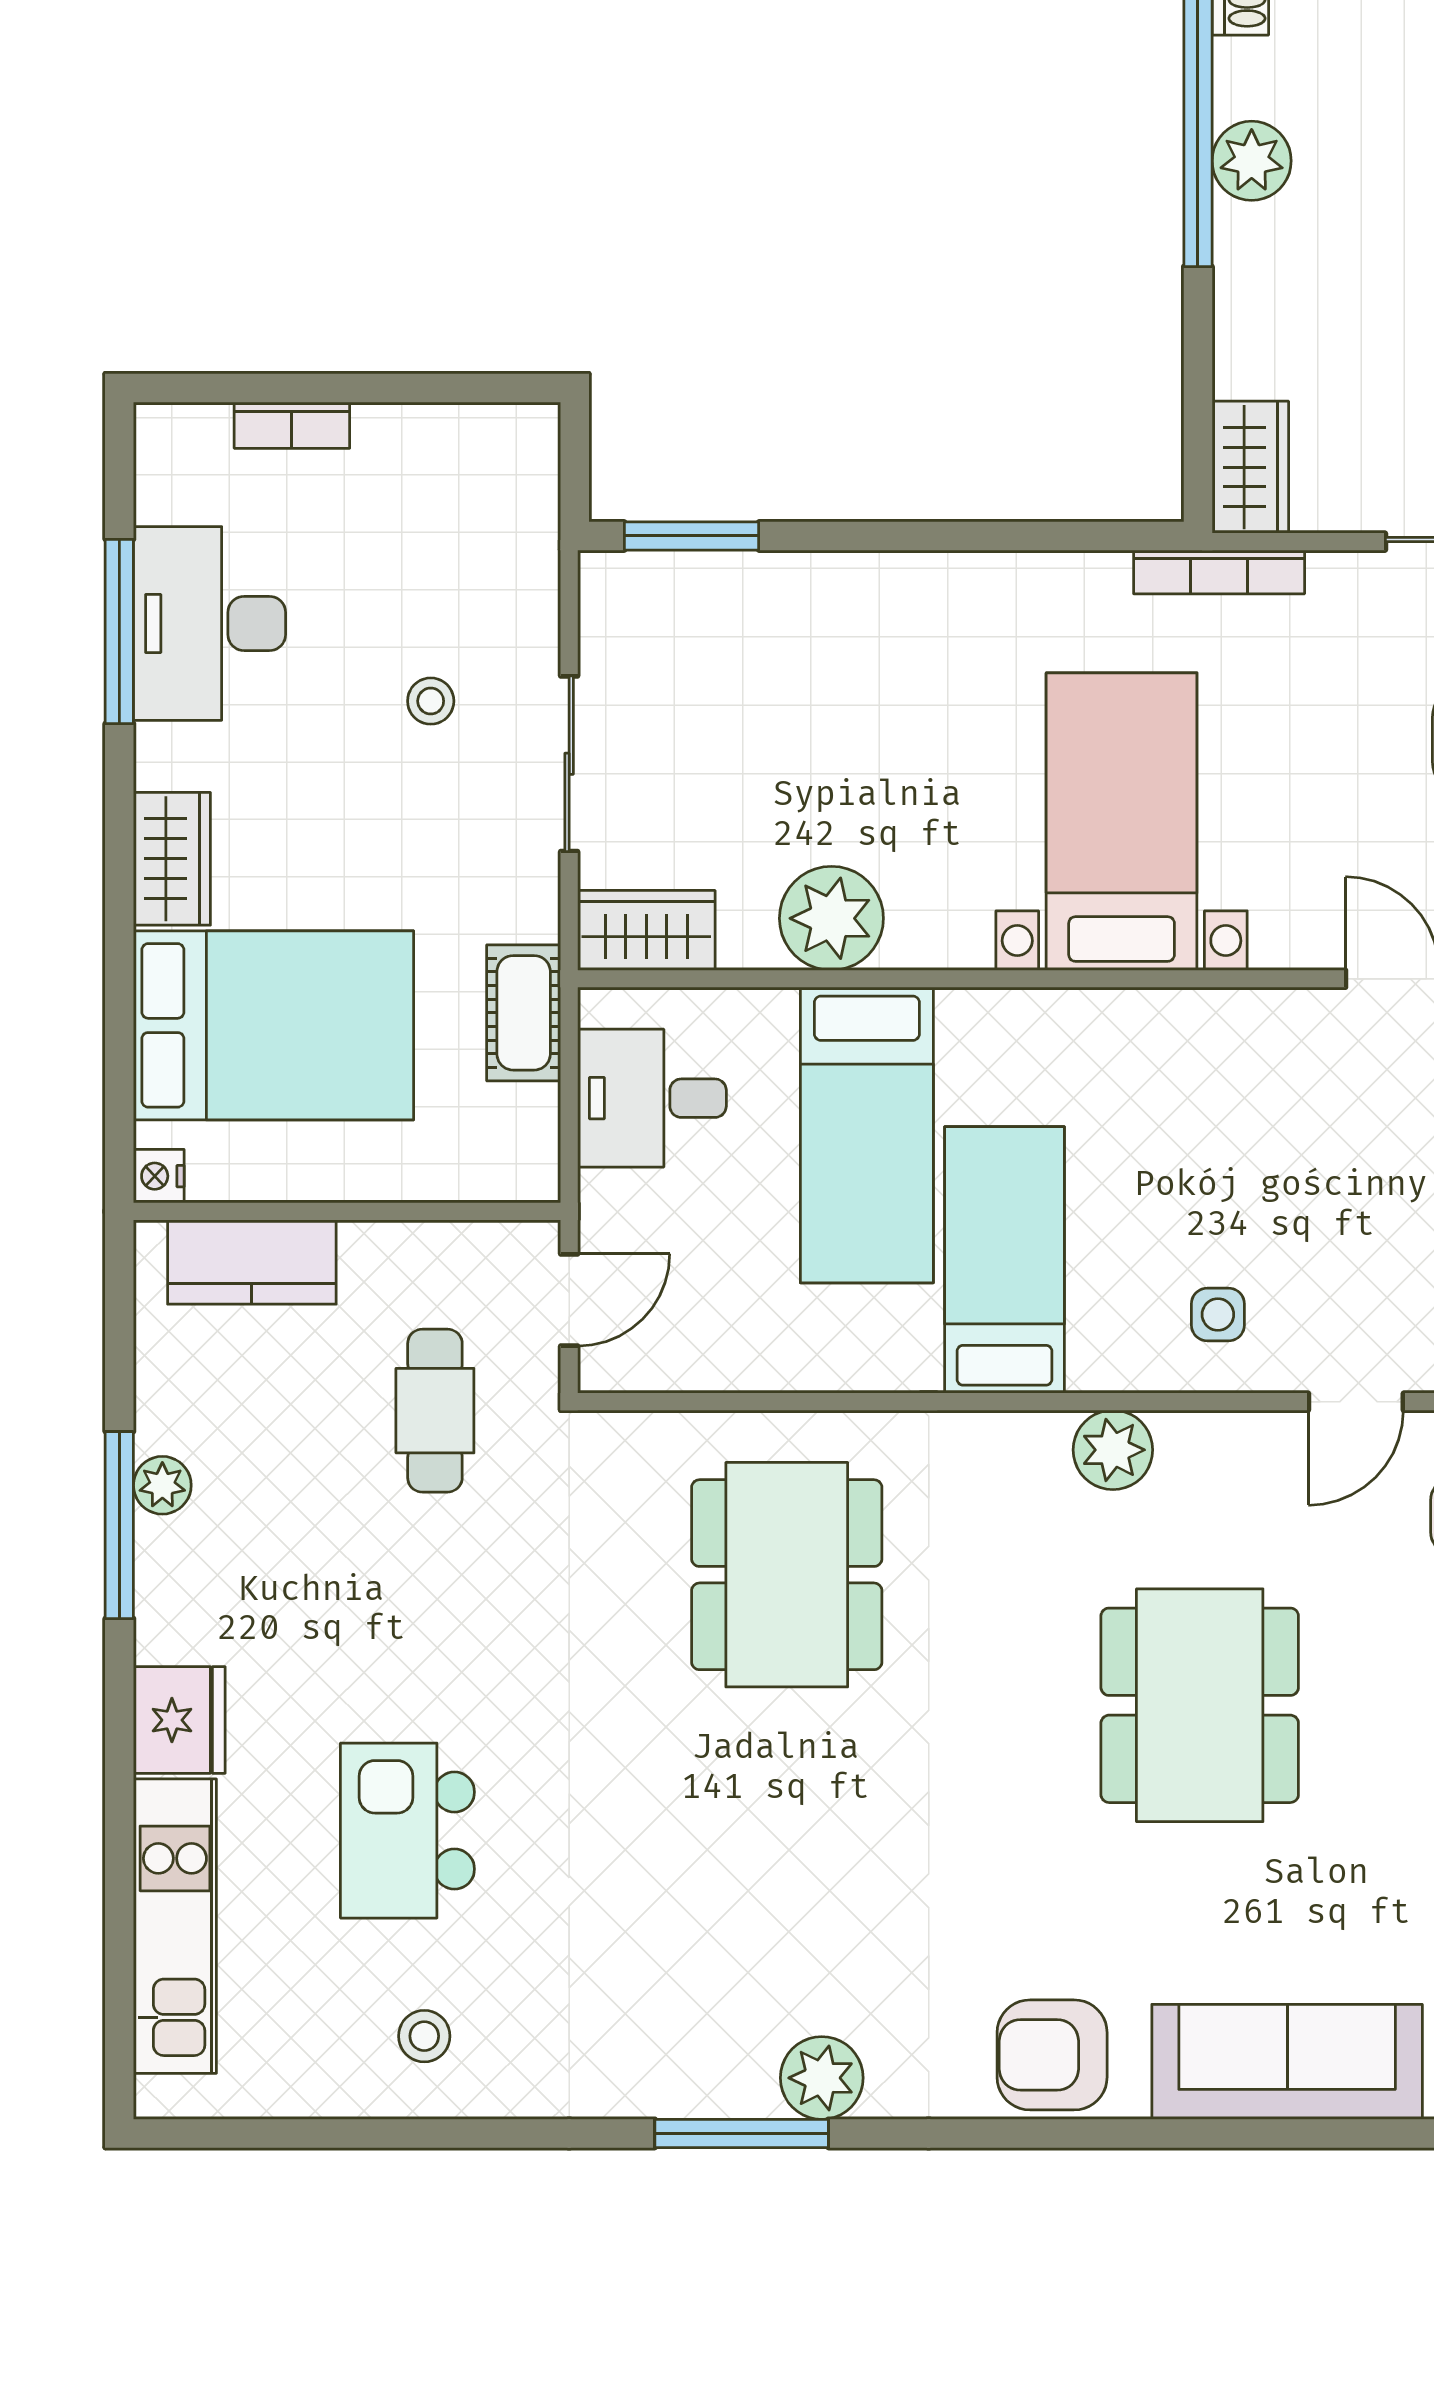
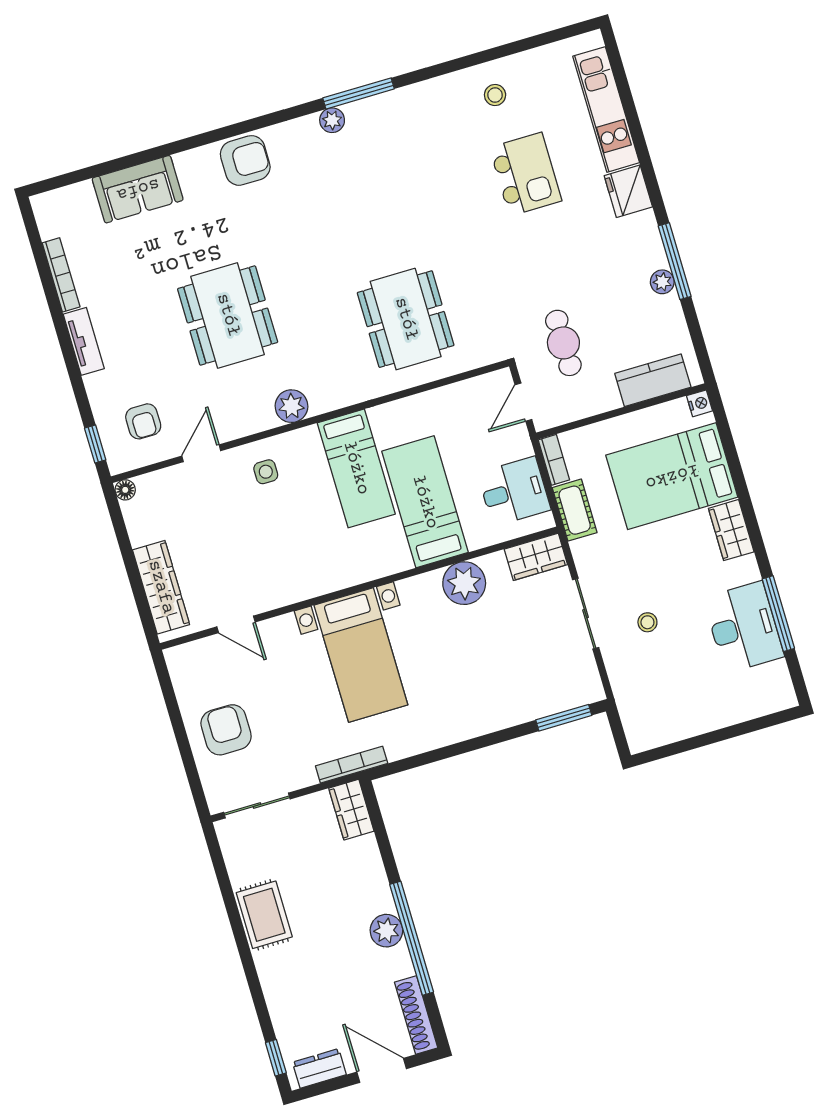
bookcase: (292, 425) -> (554, 460), moved, turned 90
sofa: (1287, 2062) -> (138, 189), width x0.73
plant: (822, 2078) -> (332, 120), width x0.73, depth x0.73

